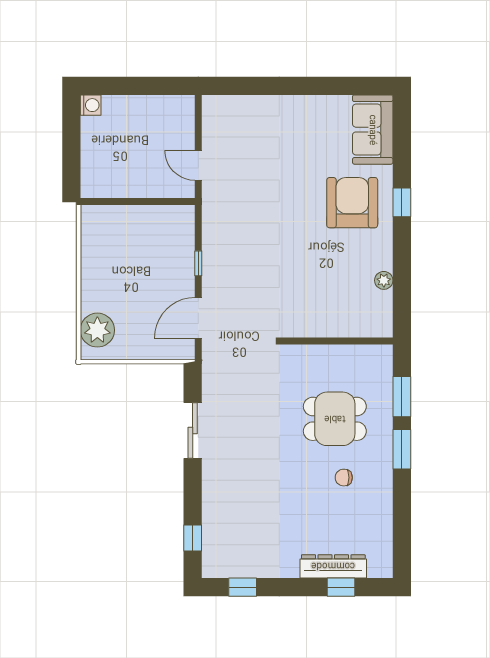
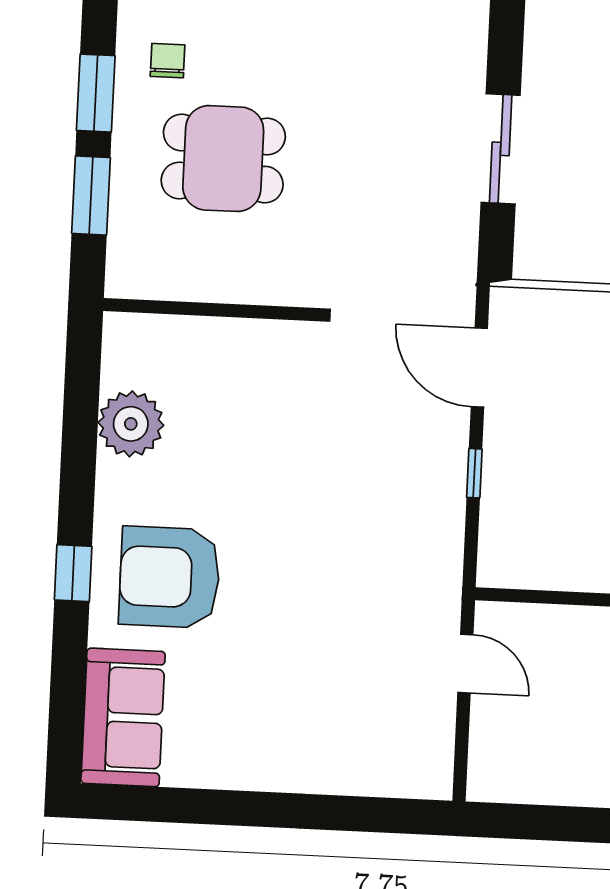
armchair: (352, 203) -> (170, 577), turned 90
plant: (384, 280) -> (131, 424), width x1.87, depth x1.87
door: (198, 318) -> (479, 367), swing flipped
chair: (344, 478) -> (168, 61), moved, turned -90

